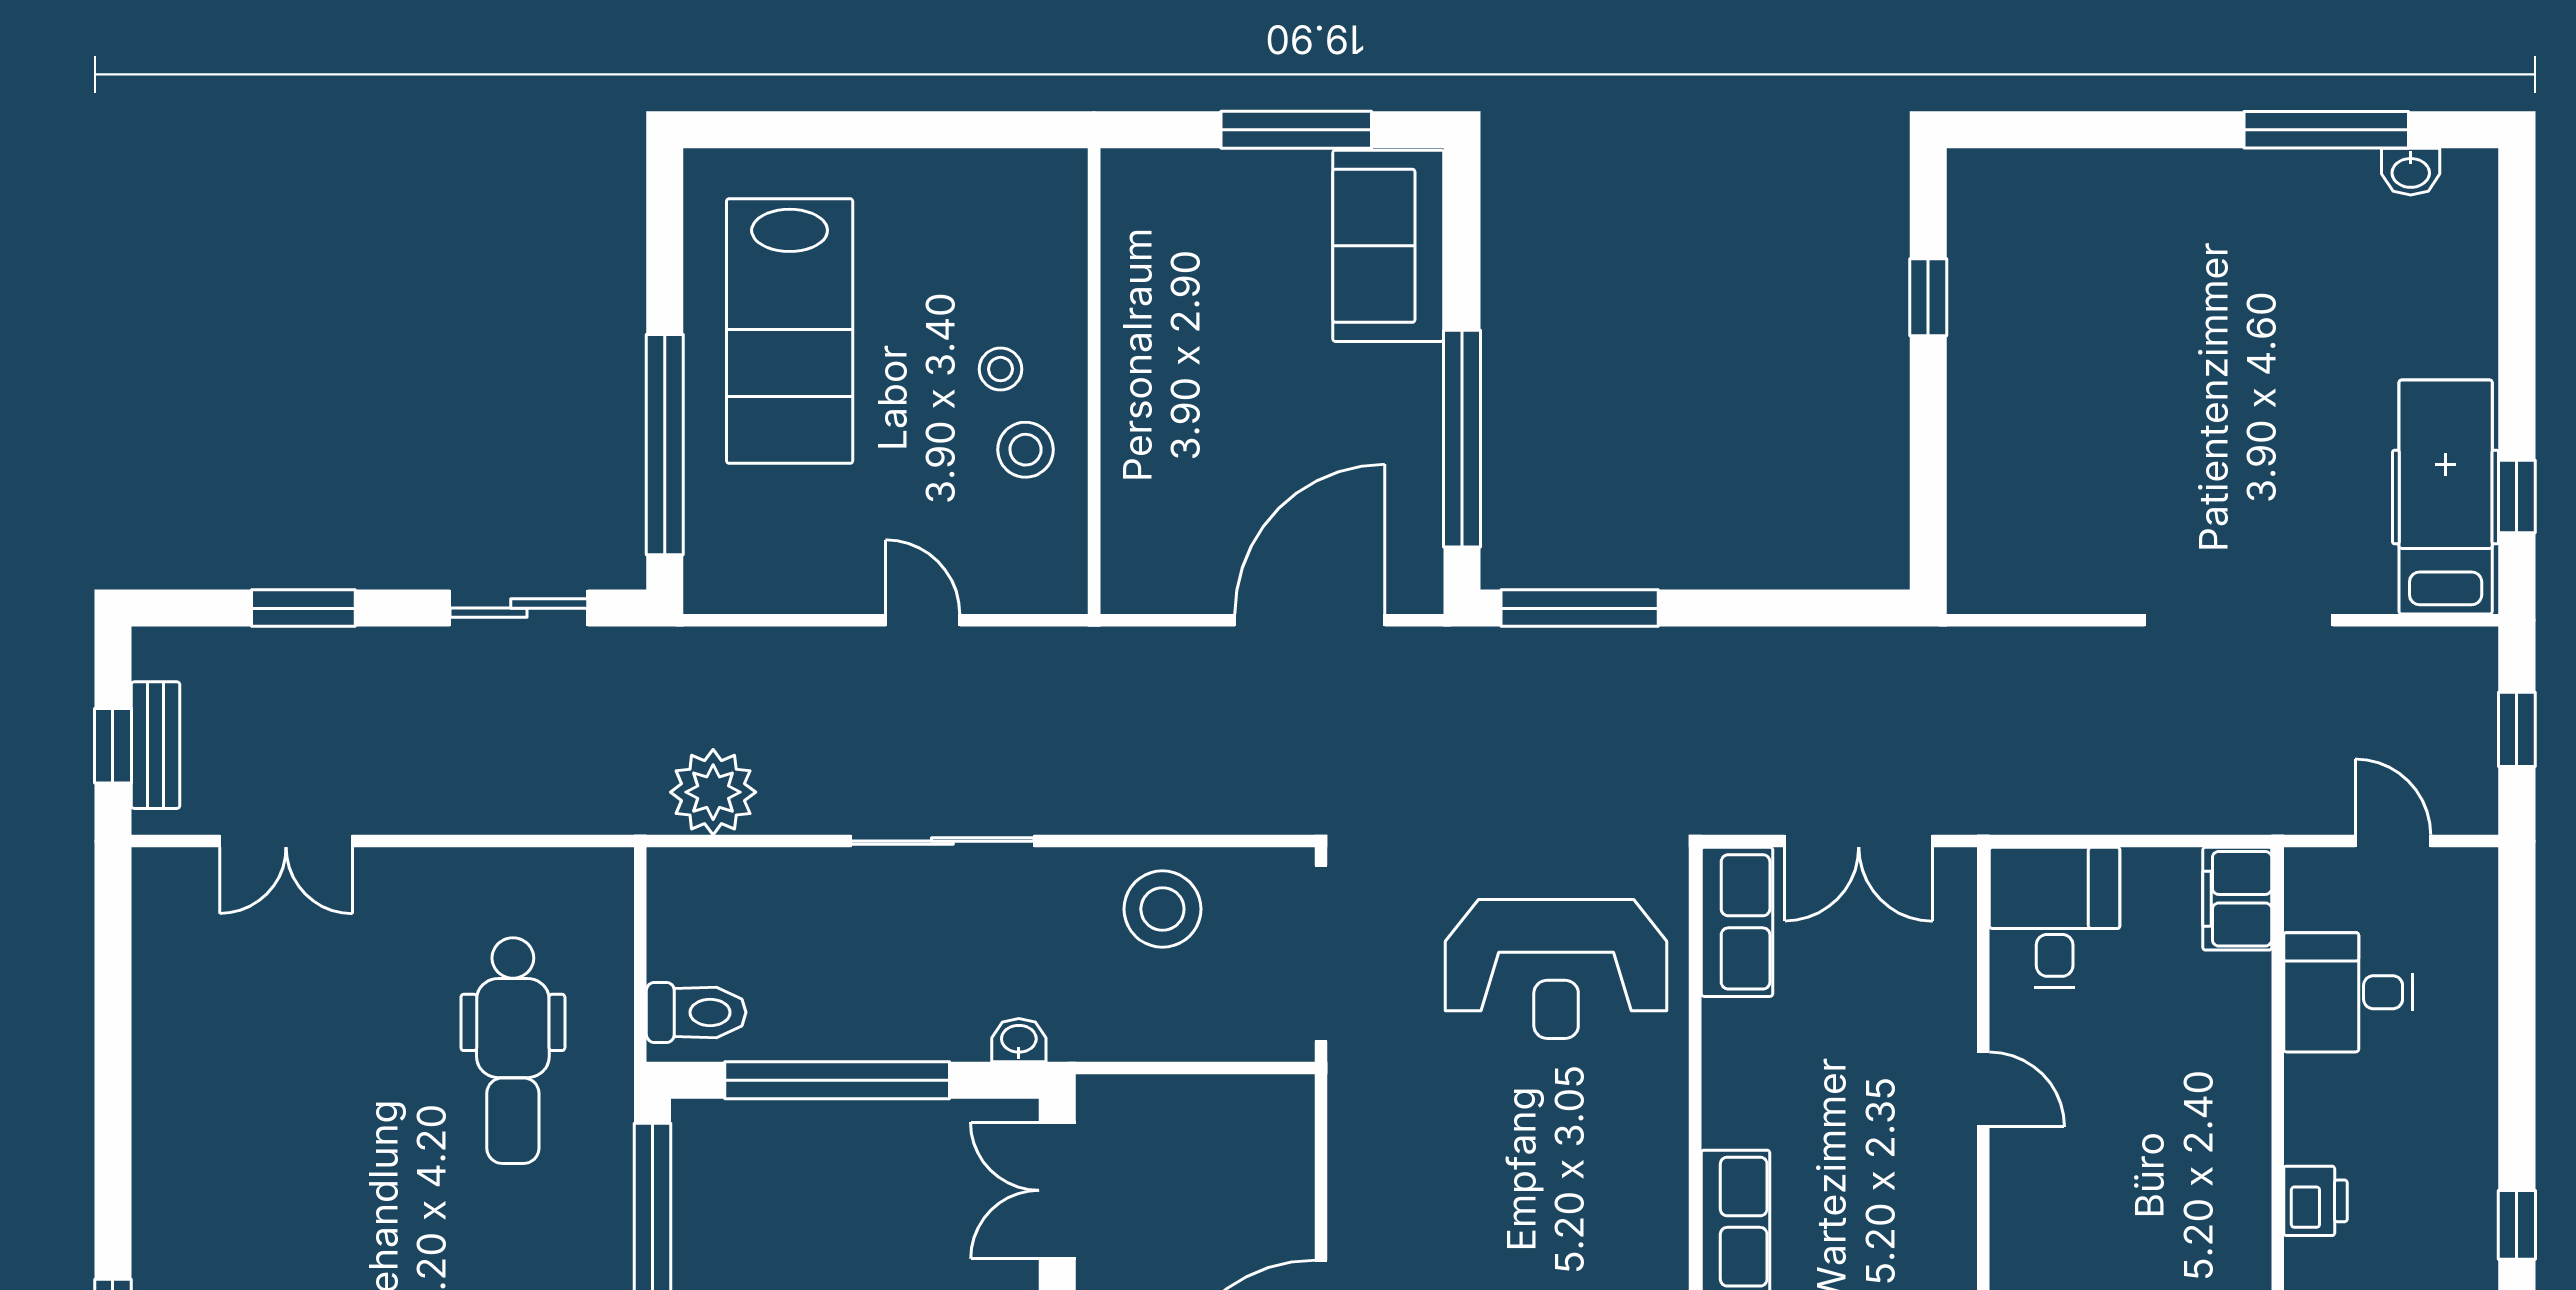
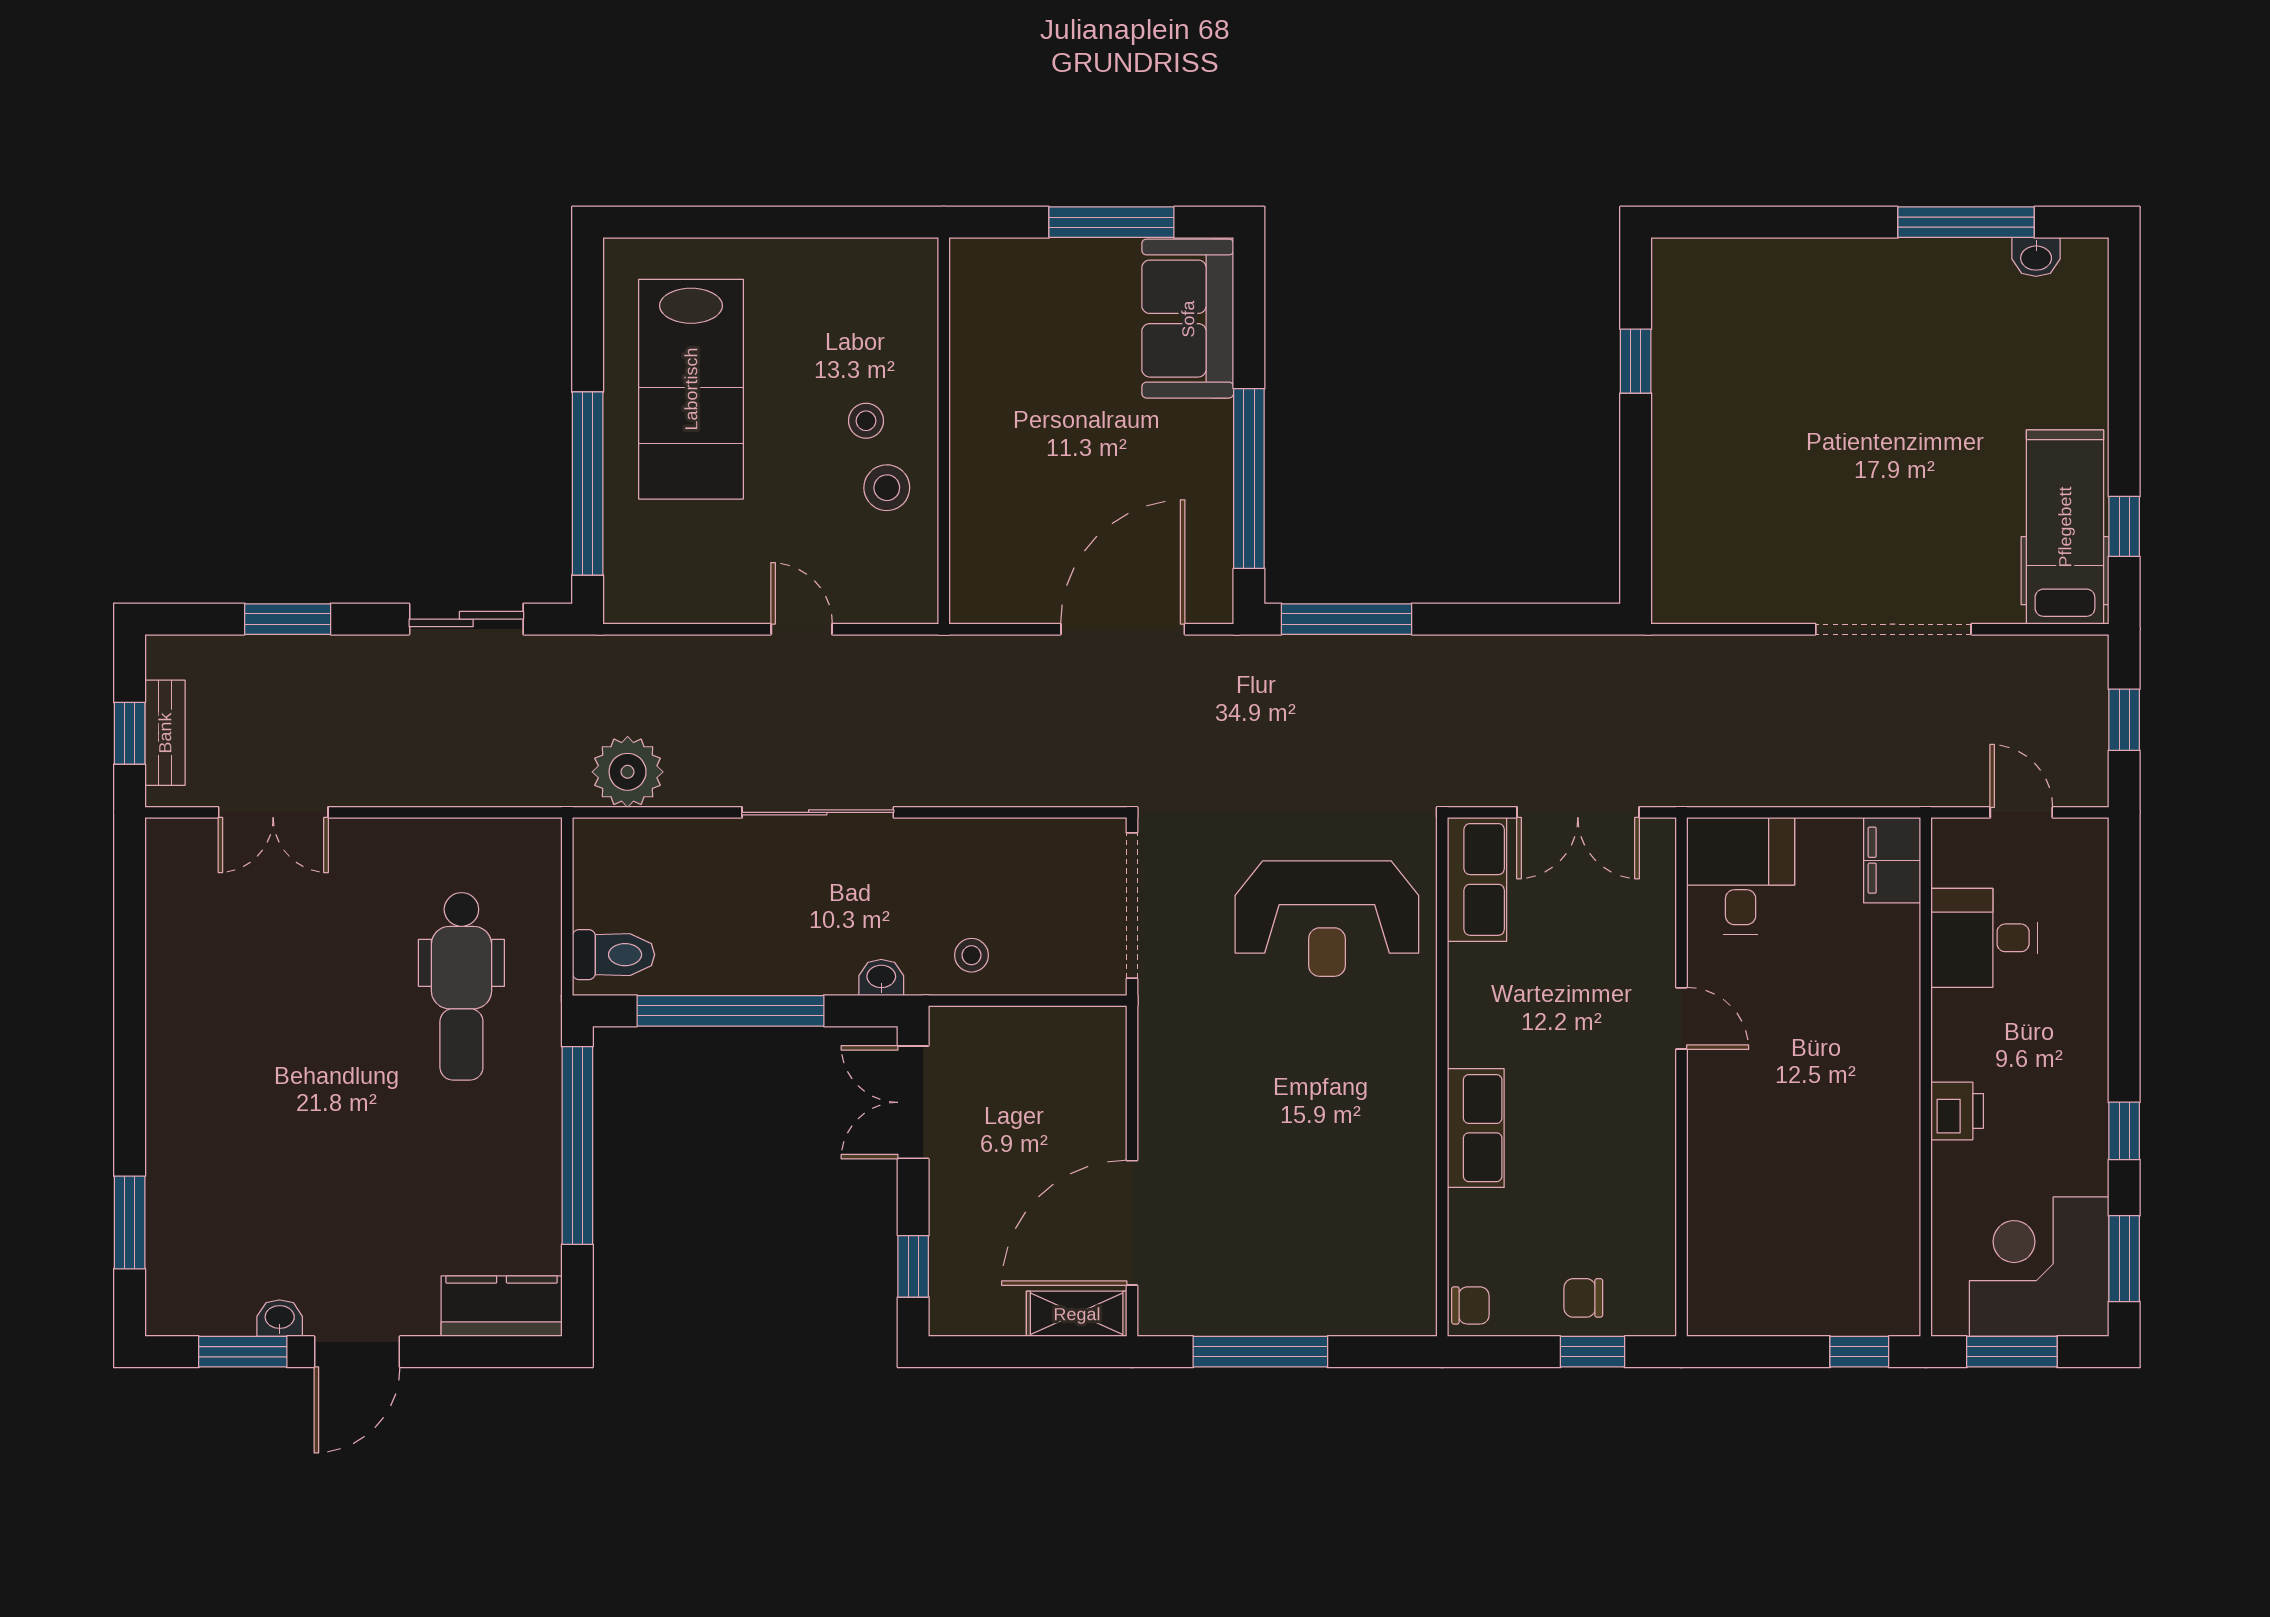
stool: (1162, 909) -> (971, 955), moved, width x0.53, depth x0.53

